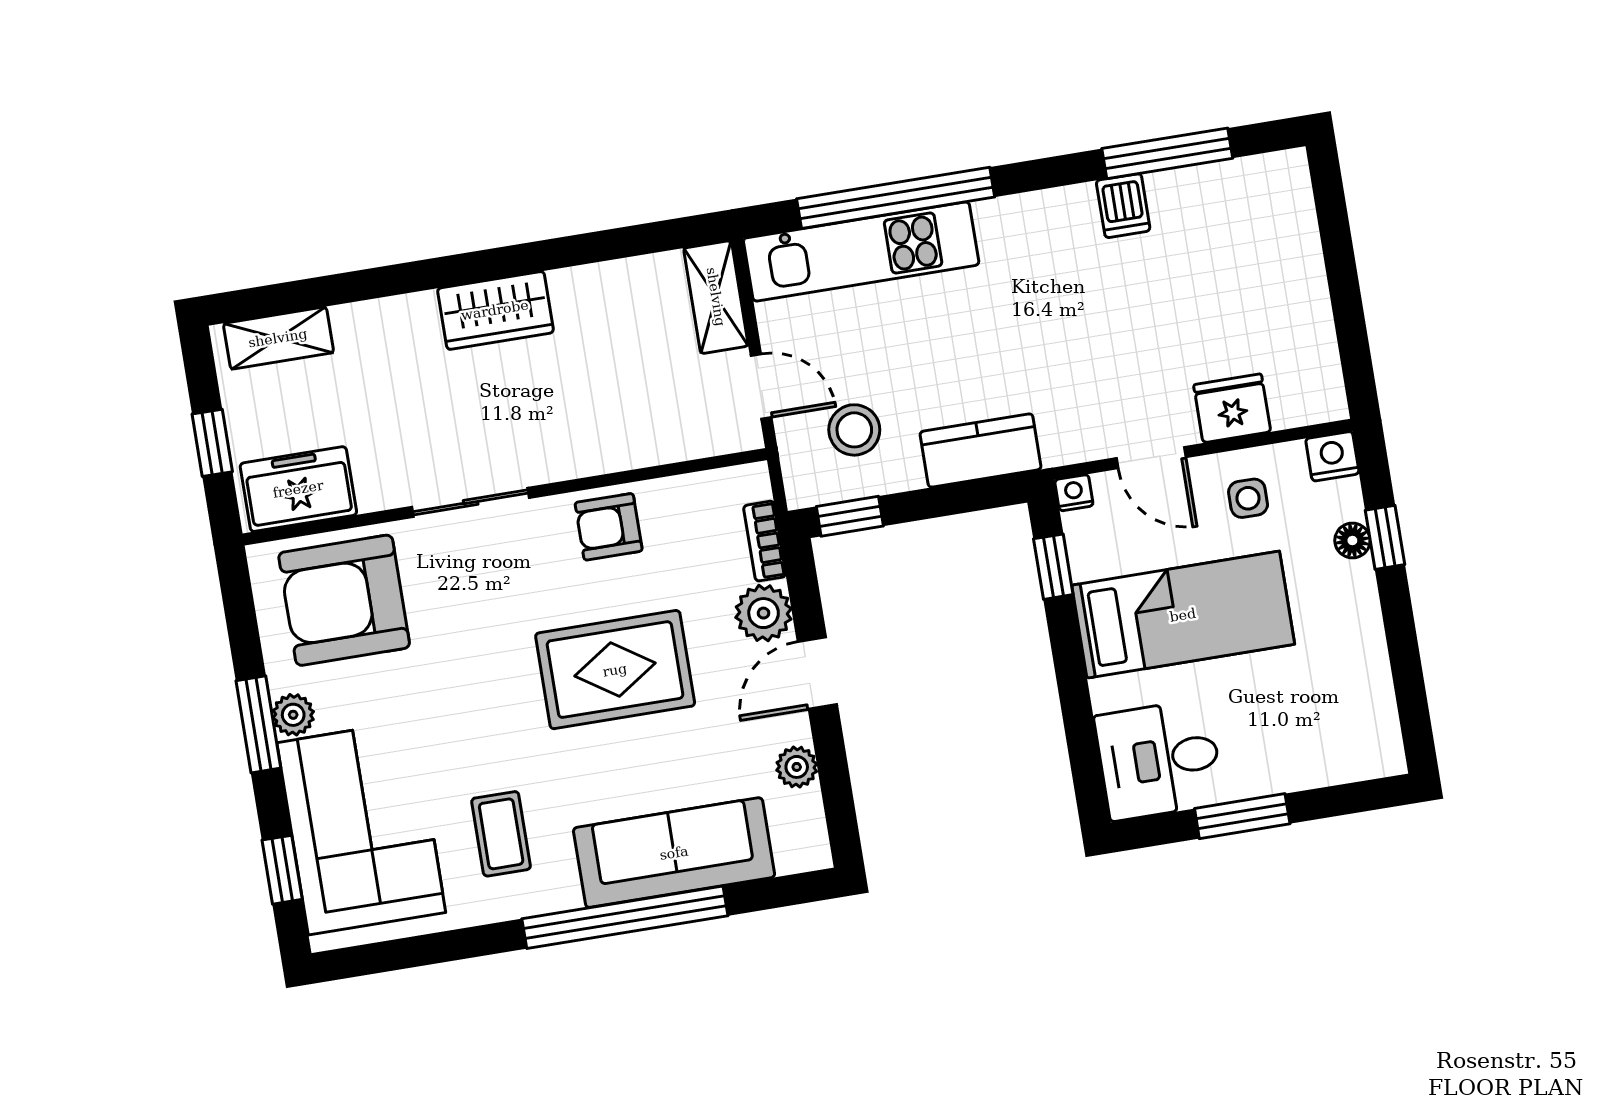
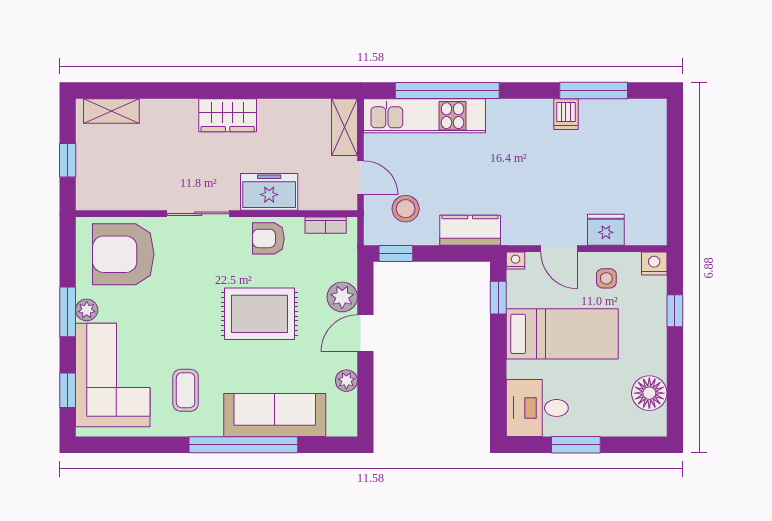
freezer: (298, 489) -> (269, 192), moved
bookcase: (765, 541) -> (326, 225), moved, turned -90
floor lamp: (1352, 541) -> (649, 393), moved, width x1.89, depth x1.89

